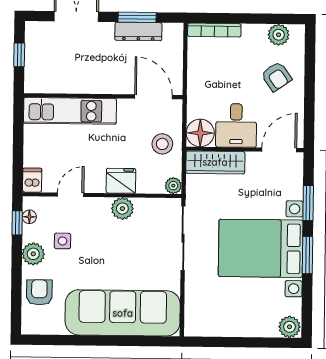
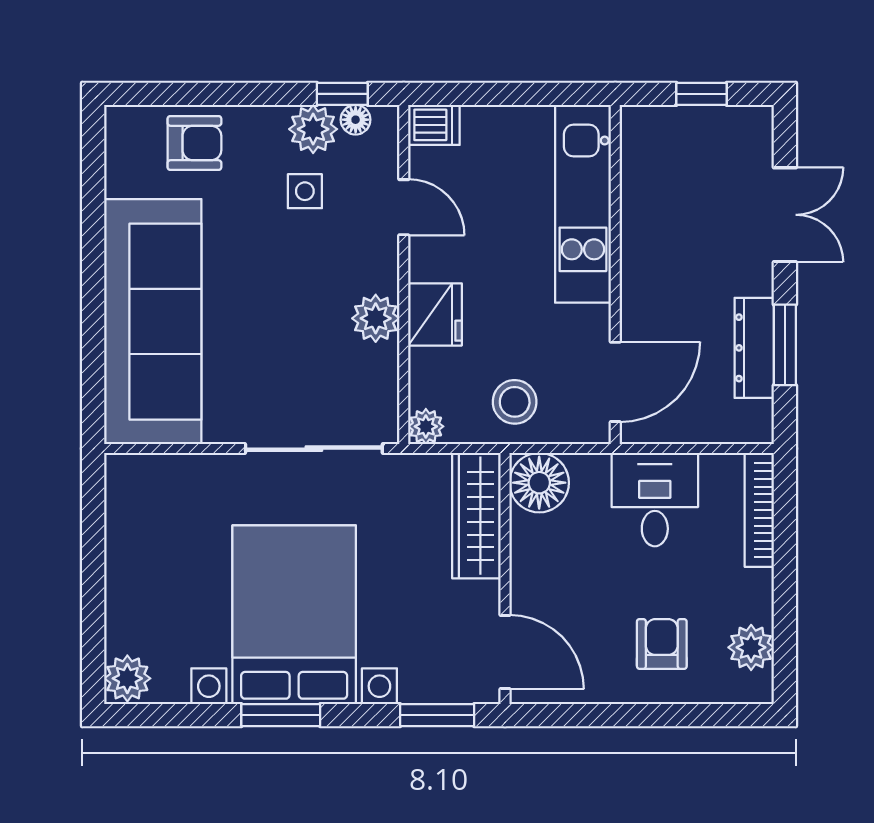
armchair: (276, 76) -> (662, 644), turned 125
desk: (236, 125) -> (655, 500), moved, turned 90
window: (308, 203) -> (437, 715), moved
plant: (33, 254) -> (313, 129), moved

